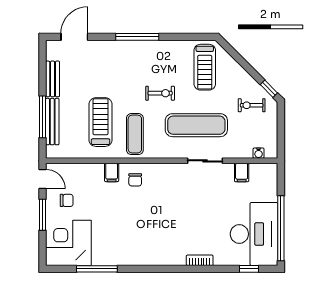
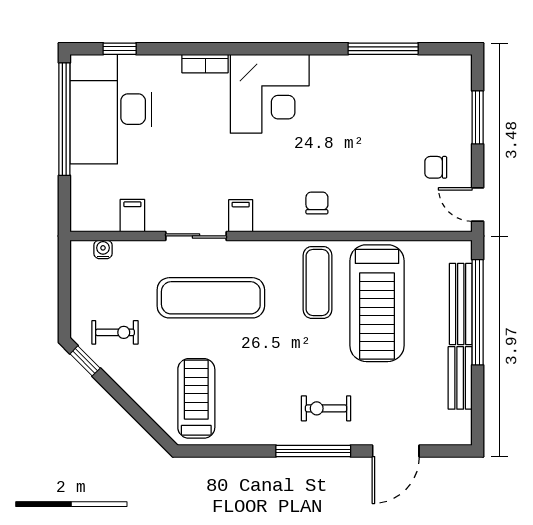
door: (74, 37) -> (396, 451), moved
exercise bike: (160, 93) -> (326, 408), moved
window: (42, 117) -> (478, 312), width x1.46
treadmill: (101, 122) -> (377, 303), width x1.37, depth x1.38
filing cabinet: (112, 172) -> (241, 216), moved
window: (42, 215) -> (478, 117), moved
corner desk: (68, 243) -> (270, 94), moved

